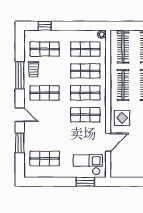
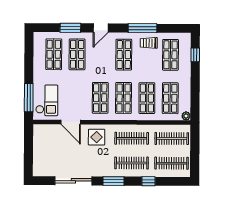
shop shelf: (45, 137) -> (77, 54), added
window: (85, 182) -> (29, 98), width x1.44

